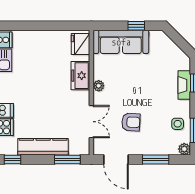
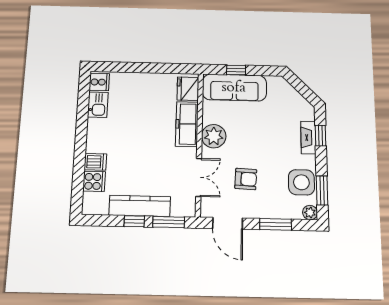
window: (136, 26) -> (236, 70), moved
freezer: (80, 76) -> (187, 124), width x1.40
plant: (99, 86) -> (214, 136), width x1.88, depth x1.88
side table: (178, 124) -> (301, 182), width x1.87, depth x1.87
window: (12, 159) -> (134, 221), moved

